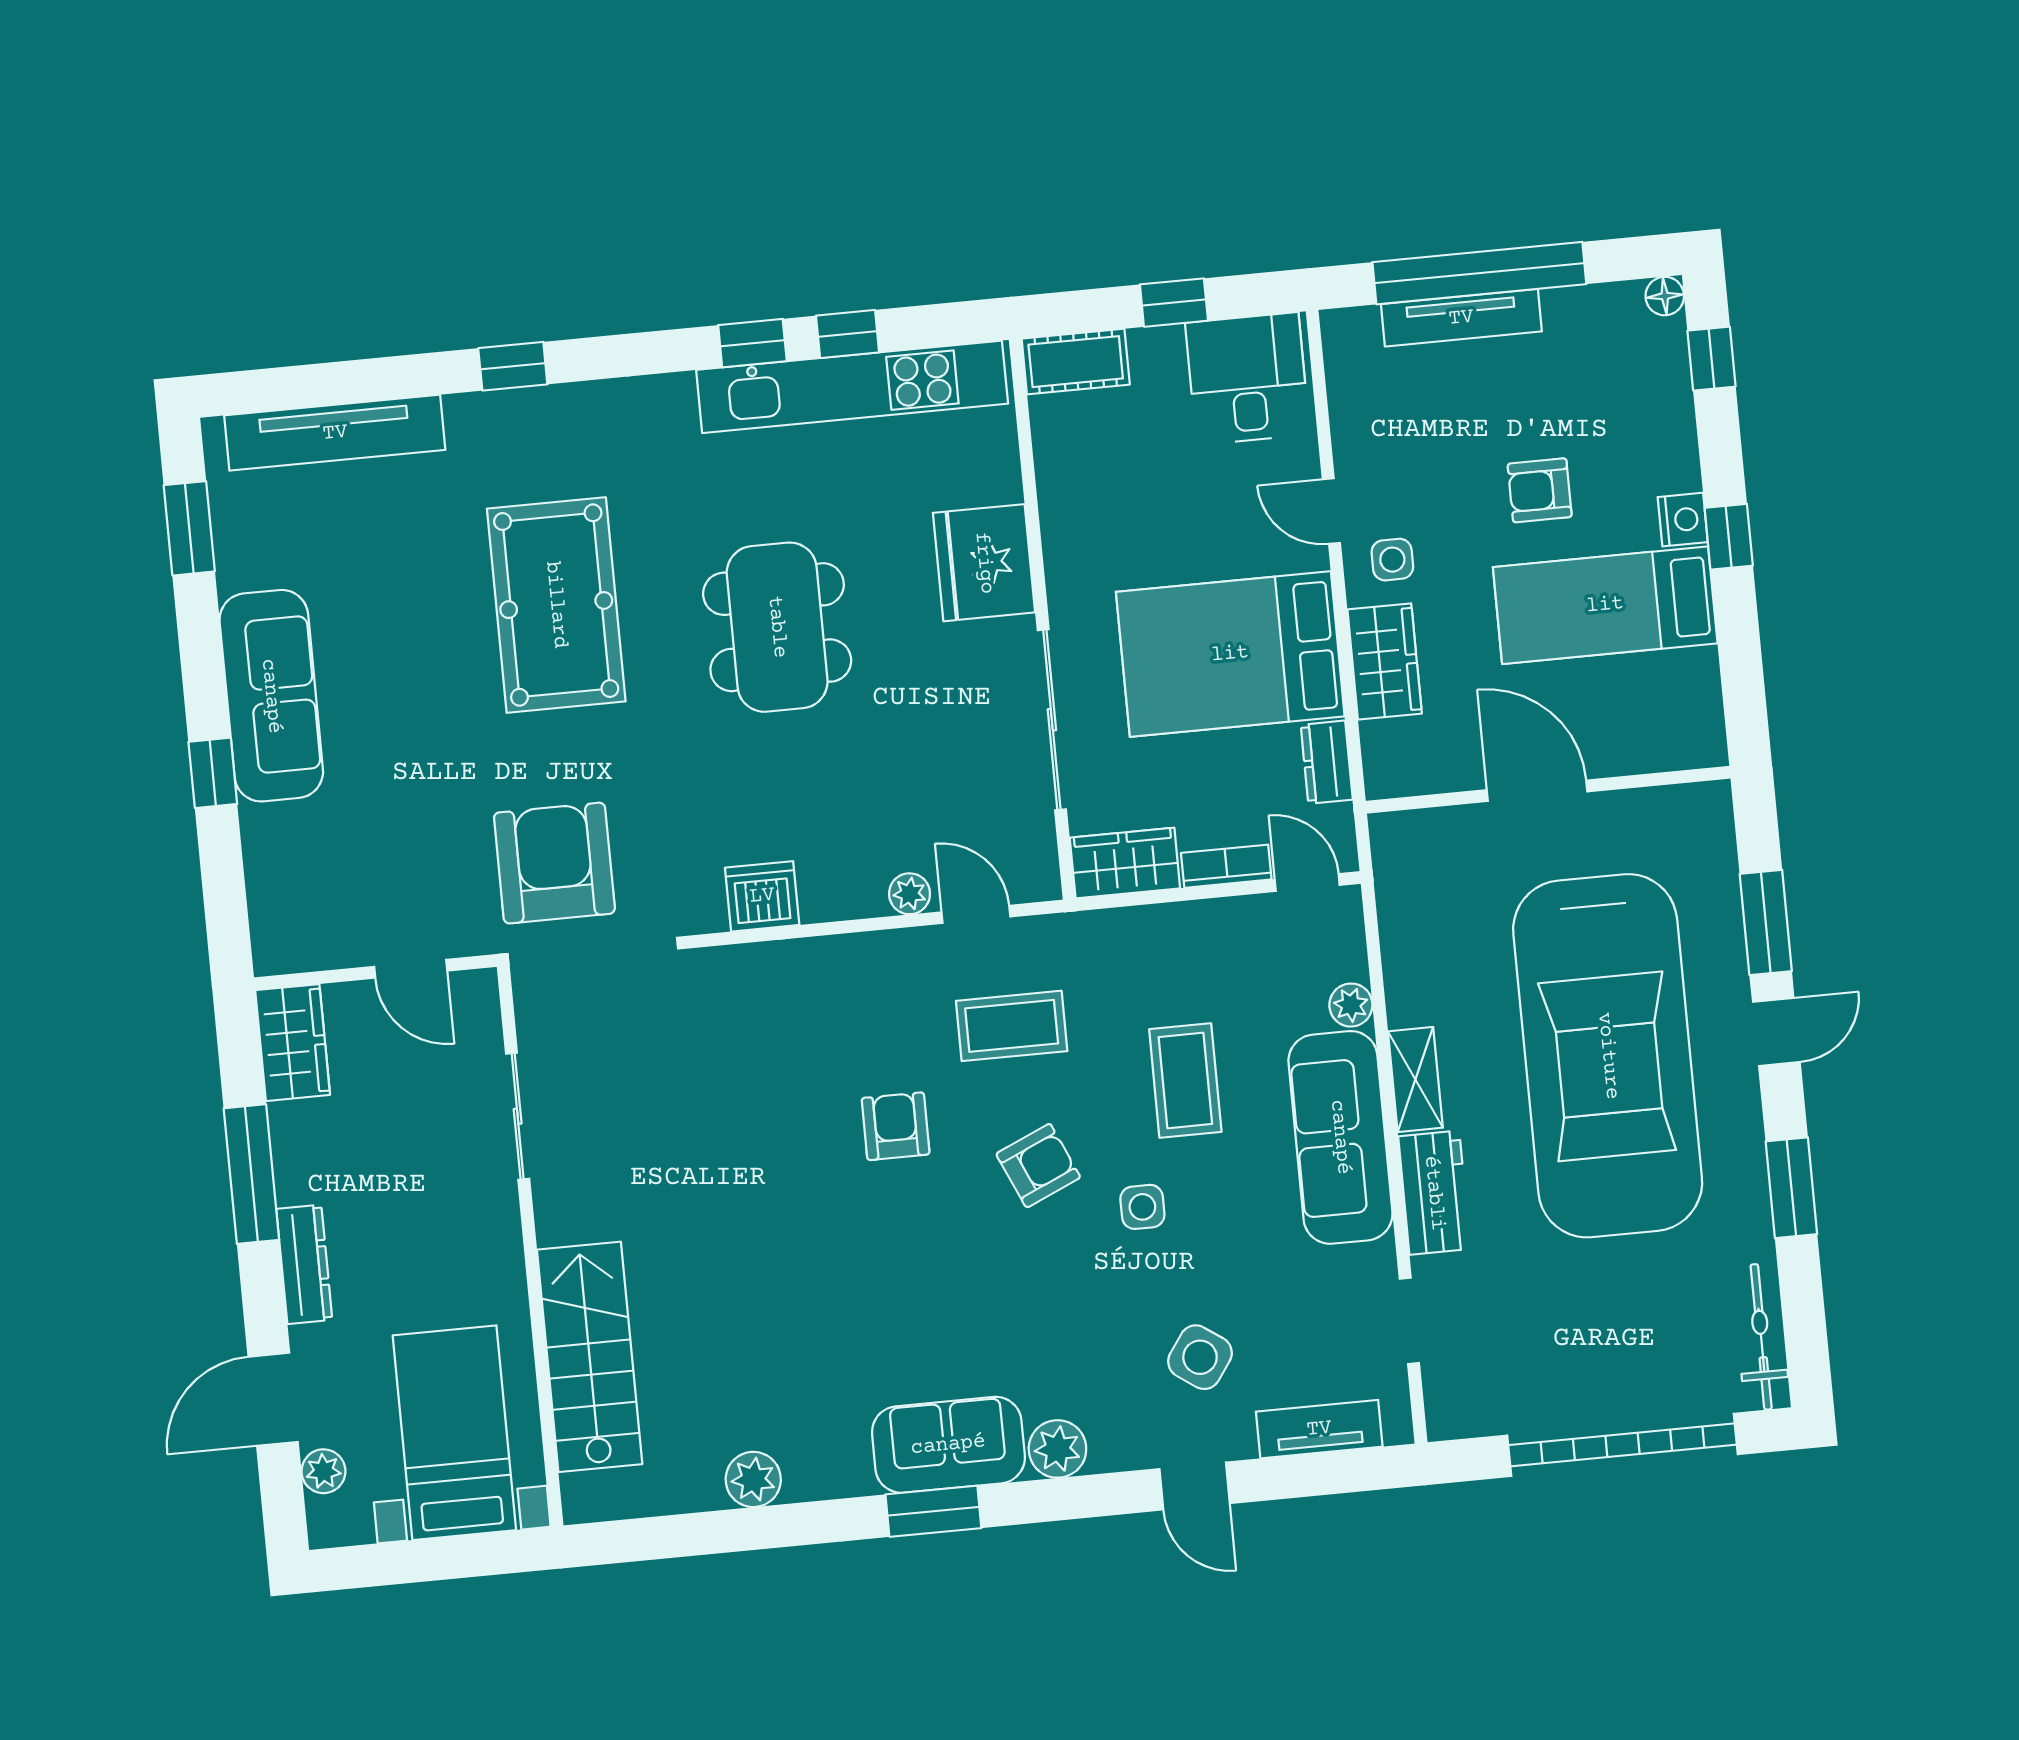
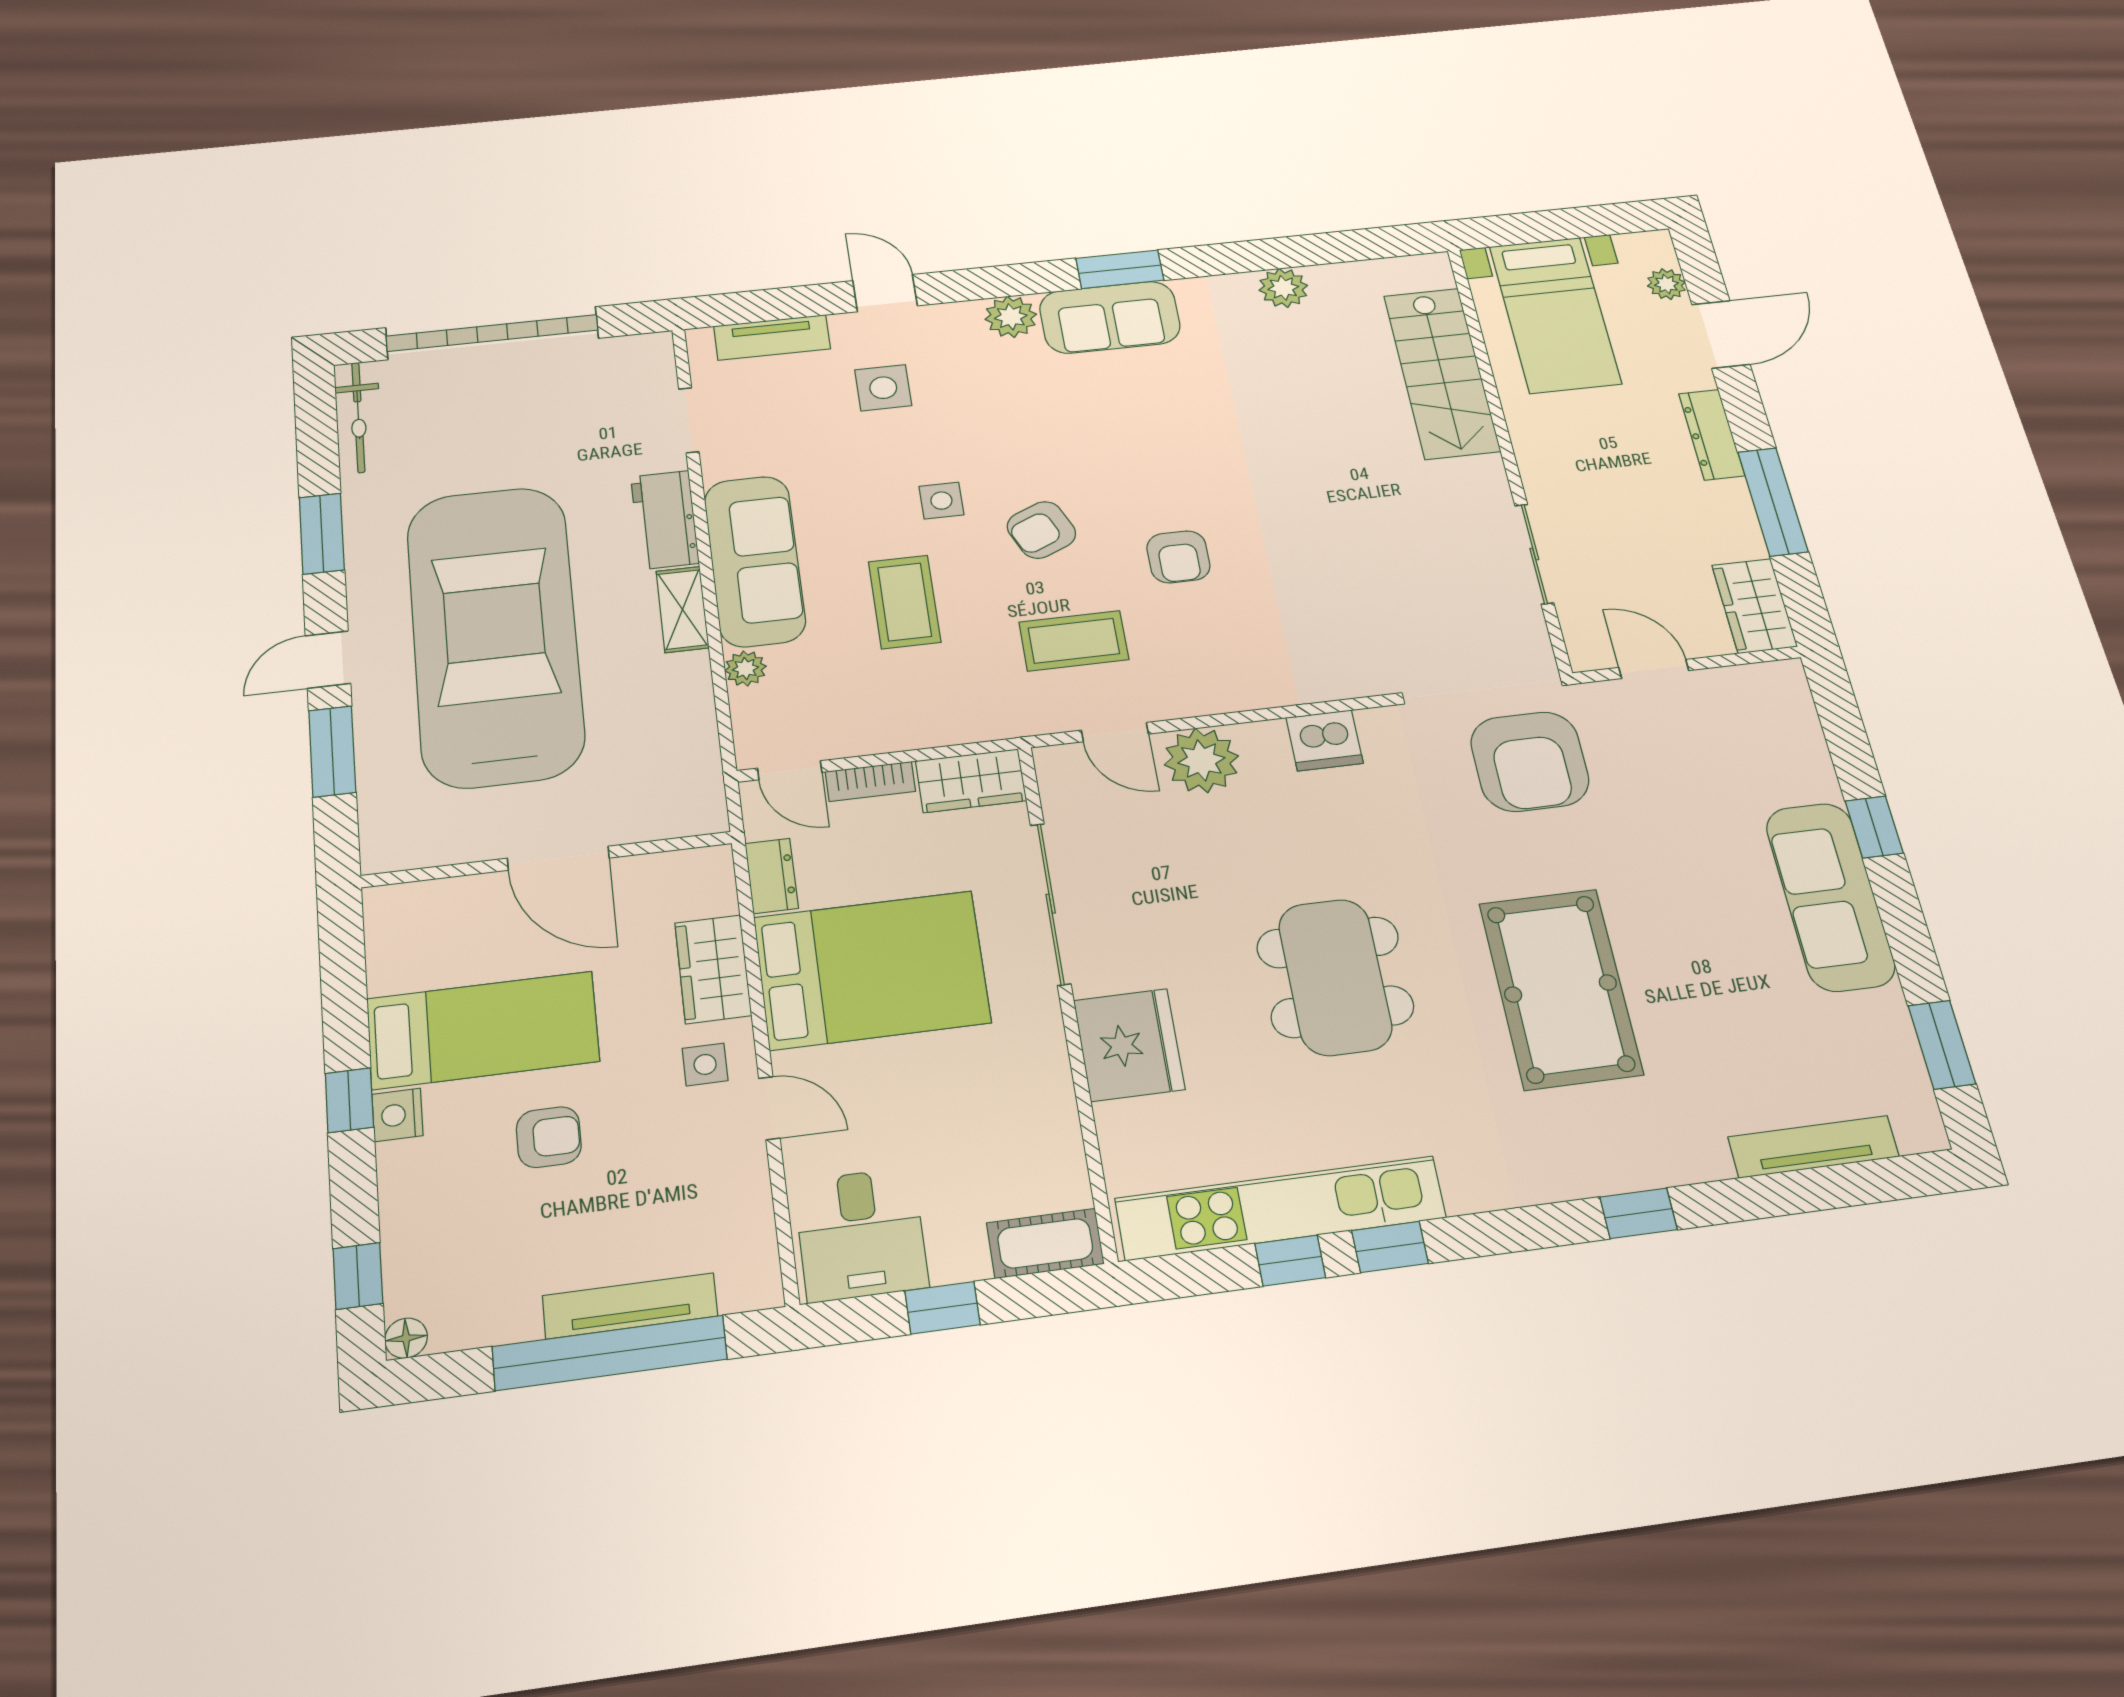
tv unit: (335, 433) -> (1813, 1147), width x0.73, depth x0.78
plant: (910, 894) -> (1201, 760), width x1.88, depth x1.88
side table: (1200, 1357) -> (883, 388), turned -35

